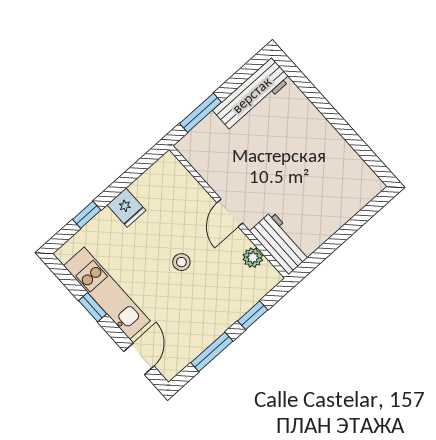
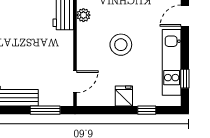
door: (230, 213) -> (75, 82), moved
stool: (181, 262) -> (121, 45), width x1.89, depth x1.89
window: (93, 307) -> (185, 79), moved

